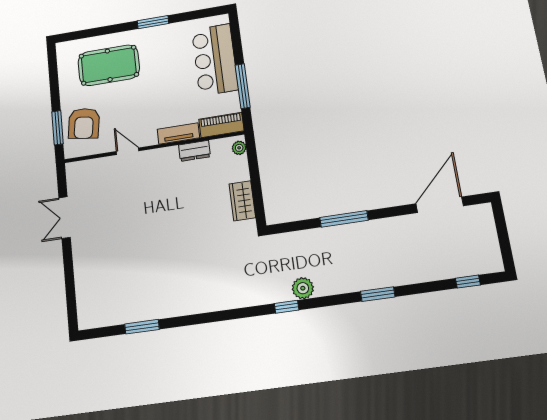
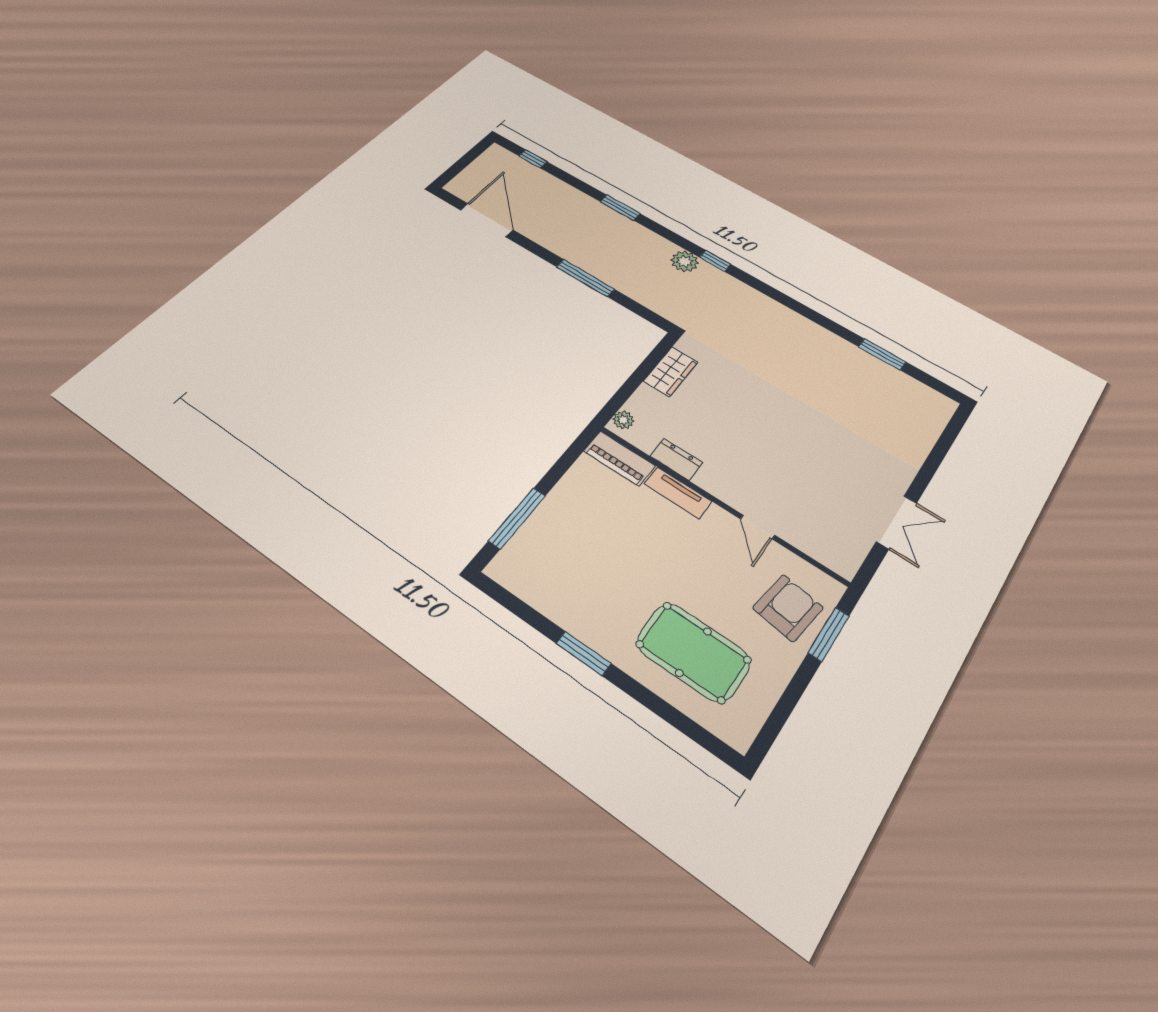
bar counter: (215, 60) -> (554, 533), removed
window: (243, 86) -> (517, 518), moved
door: (440, 205) -> (487, 220), swing flipped

